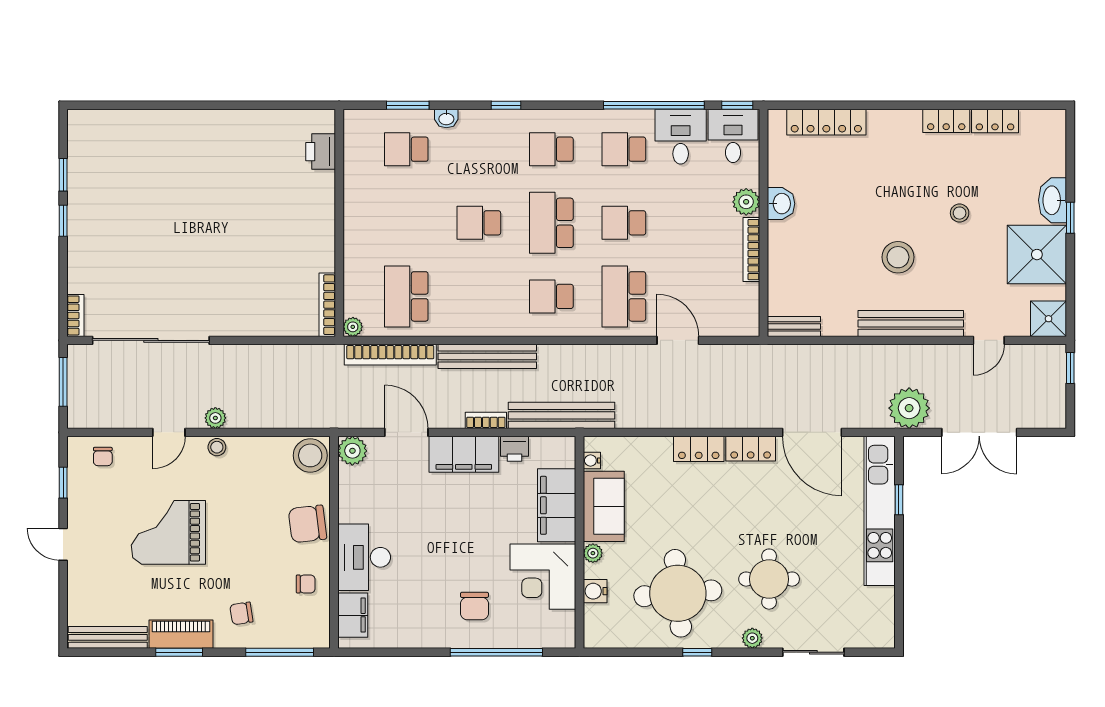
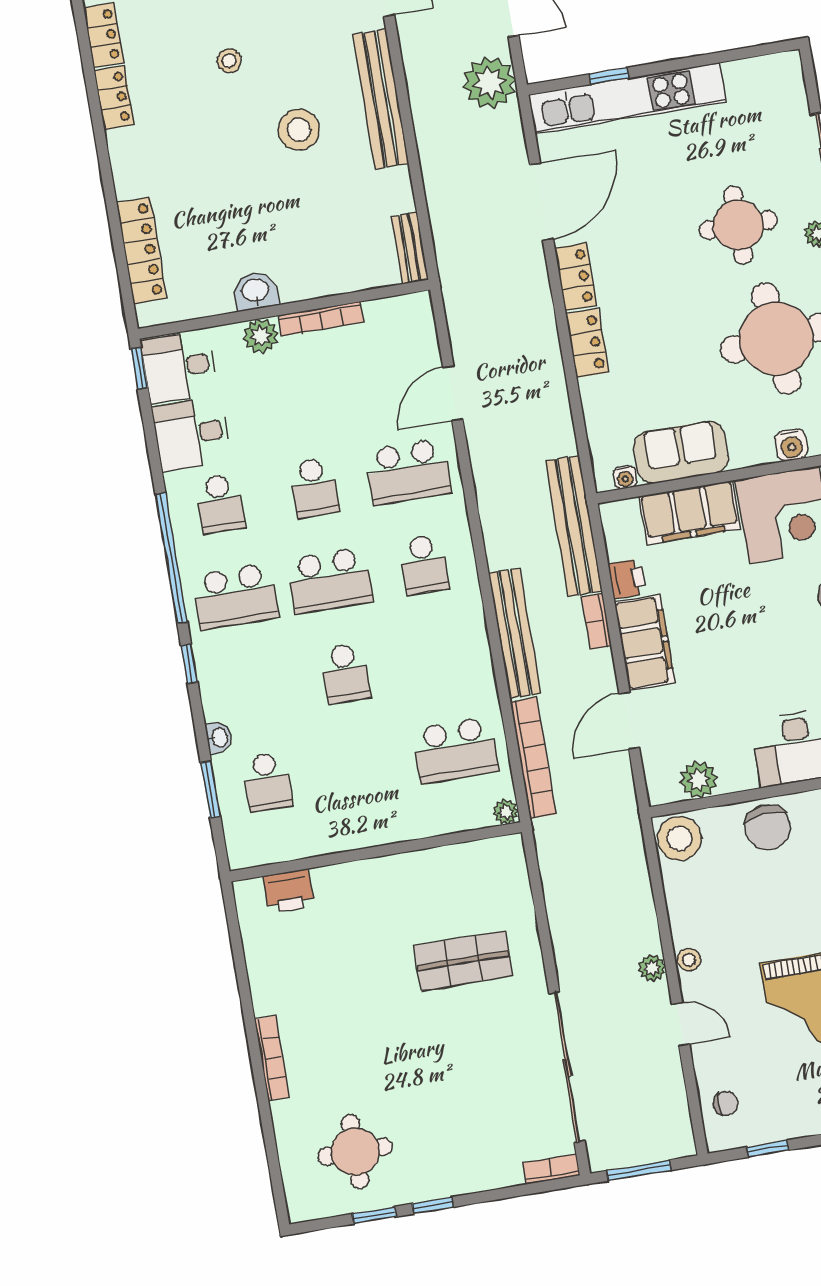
window: (654, 105) -> (171, 558), moved
school desk: (551, 149) -> (236, 596), width x1.85
round table: (114, 169) -> (355, 1152), added
shop shelf: (245, 275) -> (463, 961), added
bookcase: (327, 305) -> (272, 1058), moved, turned -90
plant: (352, 451) -> (699, 780), moved
plant: (593, 553) -> (743, 456), removed

